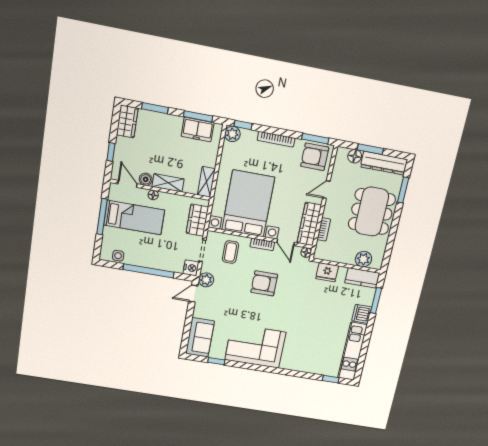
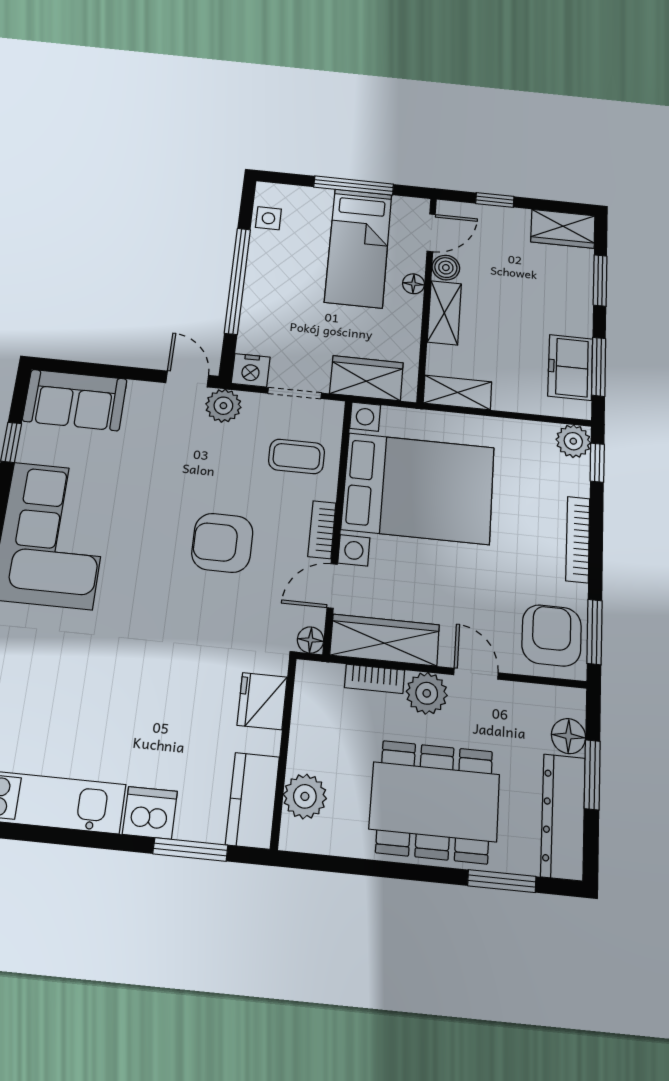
plant: (332, 210) -> (427, 693), added
armchair: (264, 283) -> (222, 543), turned -90

